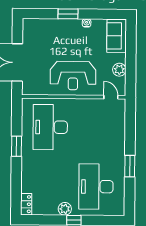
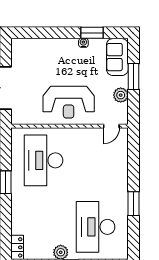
window: (68, 14) -> (92, 33), moved
window: (131, 53) -> (133, 76), added
door: (111, 97) -> (111, 126), swing flipped

